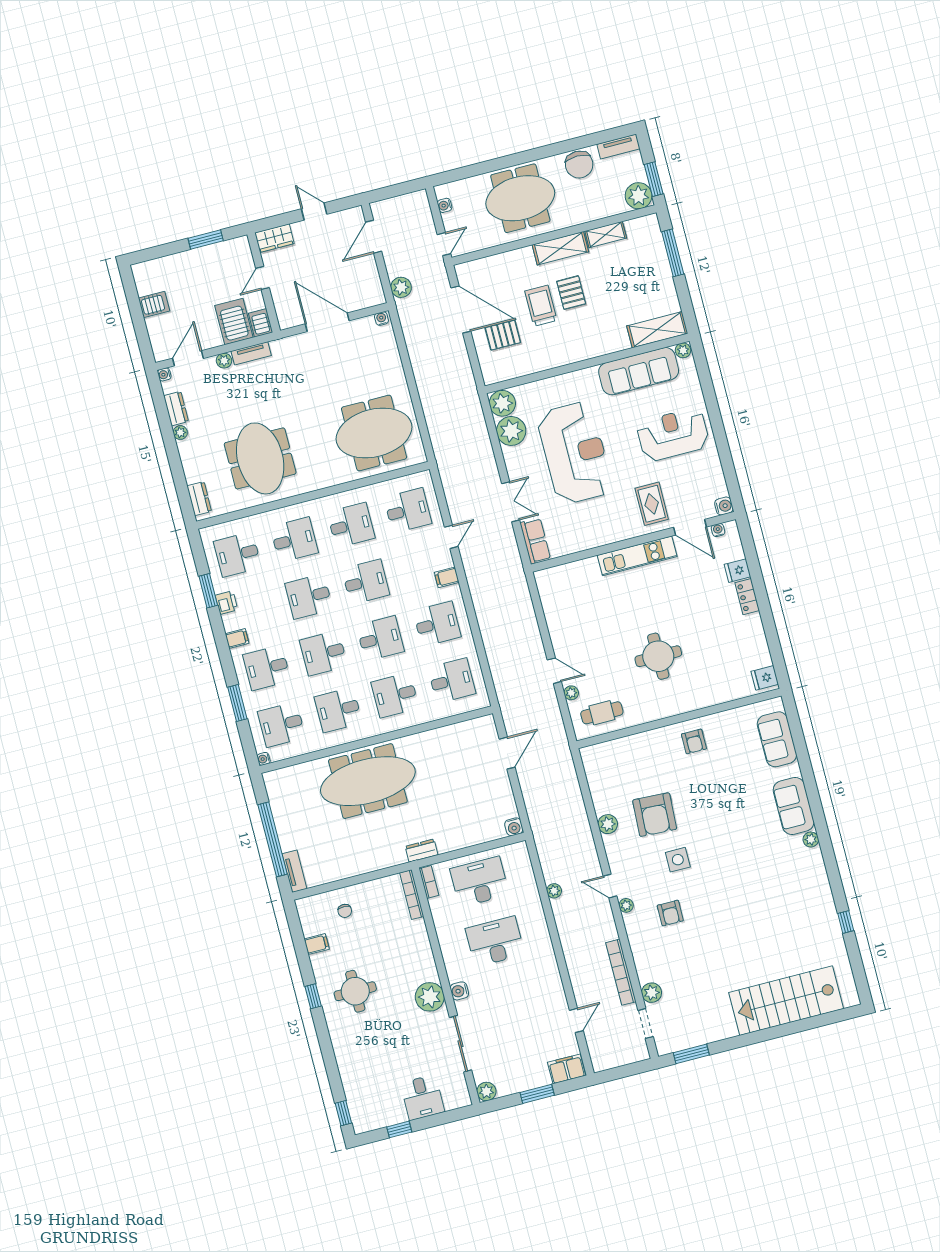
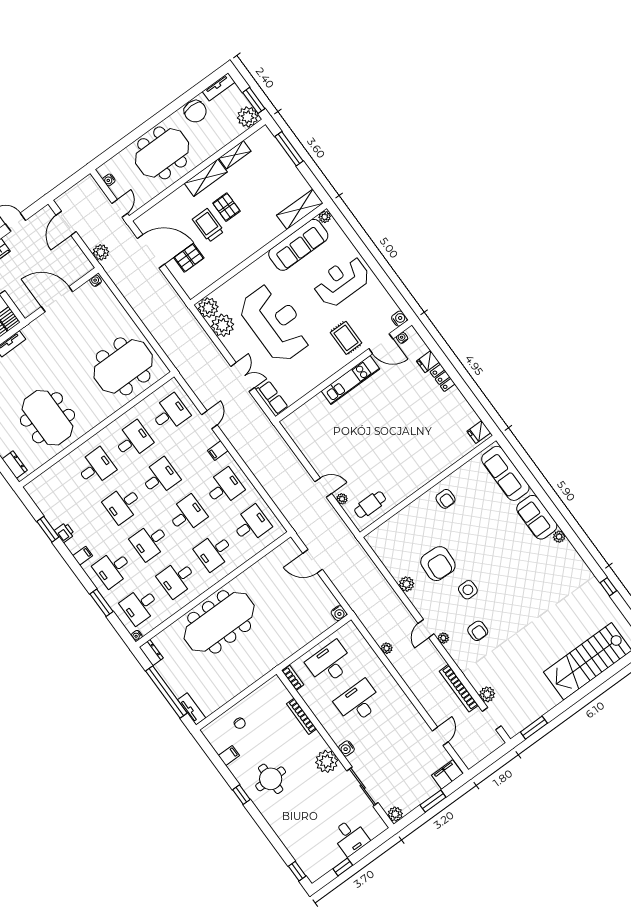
desk: (237, 554) -> (59, 494), removed
round table: (658, 656) -> (395, 447), removed
sofa: (777, 739) -> (505, 473), width x1.36
door: (507, 753) -> (313, 561), swing flipped
dresser: (422, 851) -> (151, 653), moved, turned 90
door: (610, 886) -> (426, 629), hinge flipped
bookcase: (412, 895) -> (302, 716), moved

